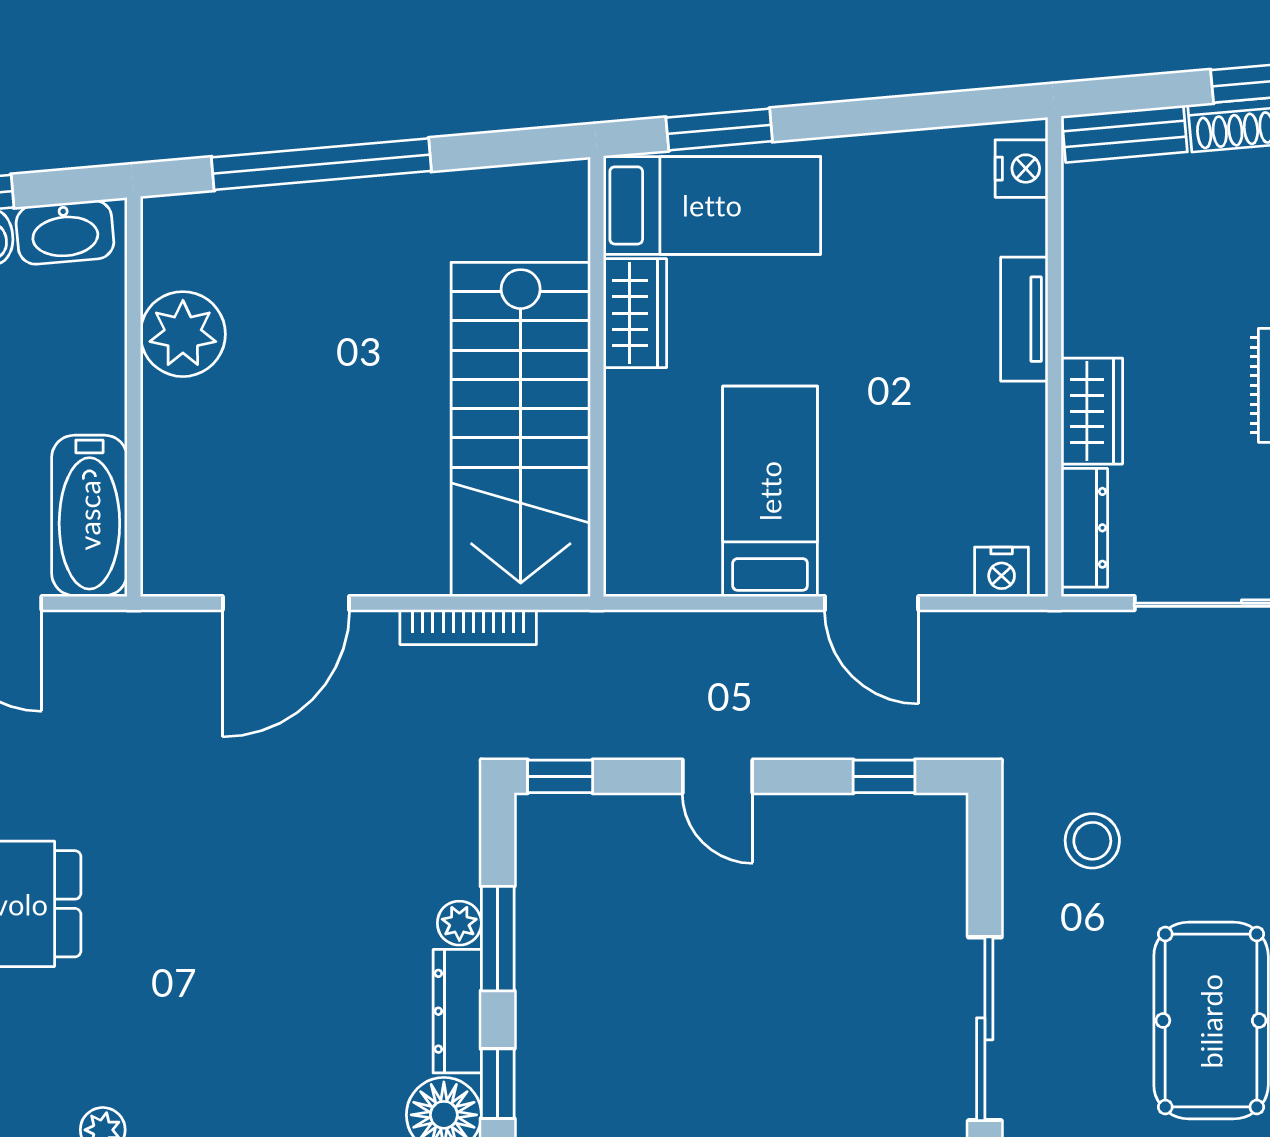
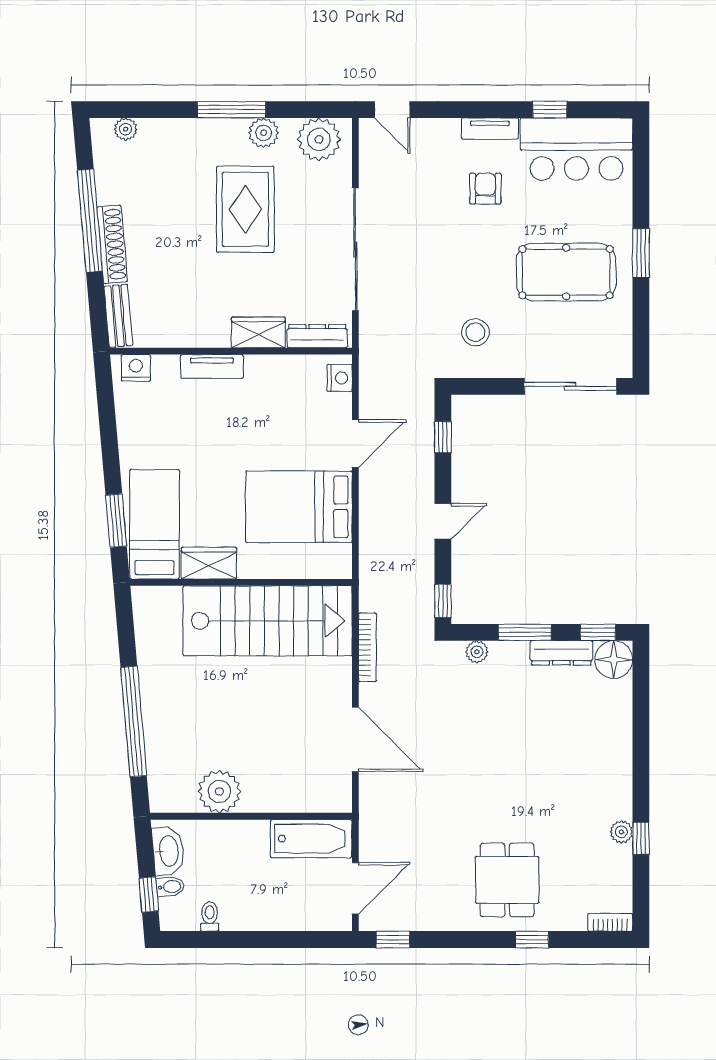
bed: (770, 491) -> (299, 507), width x1.50
plant: (459, 923) -> (477, 652), moved

